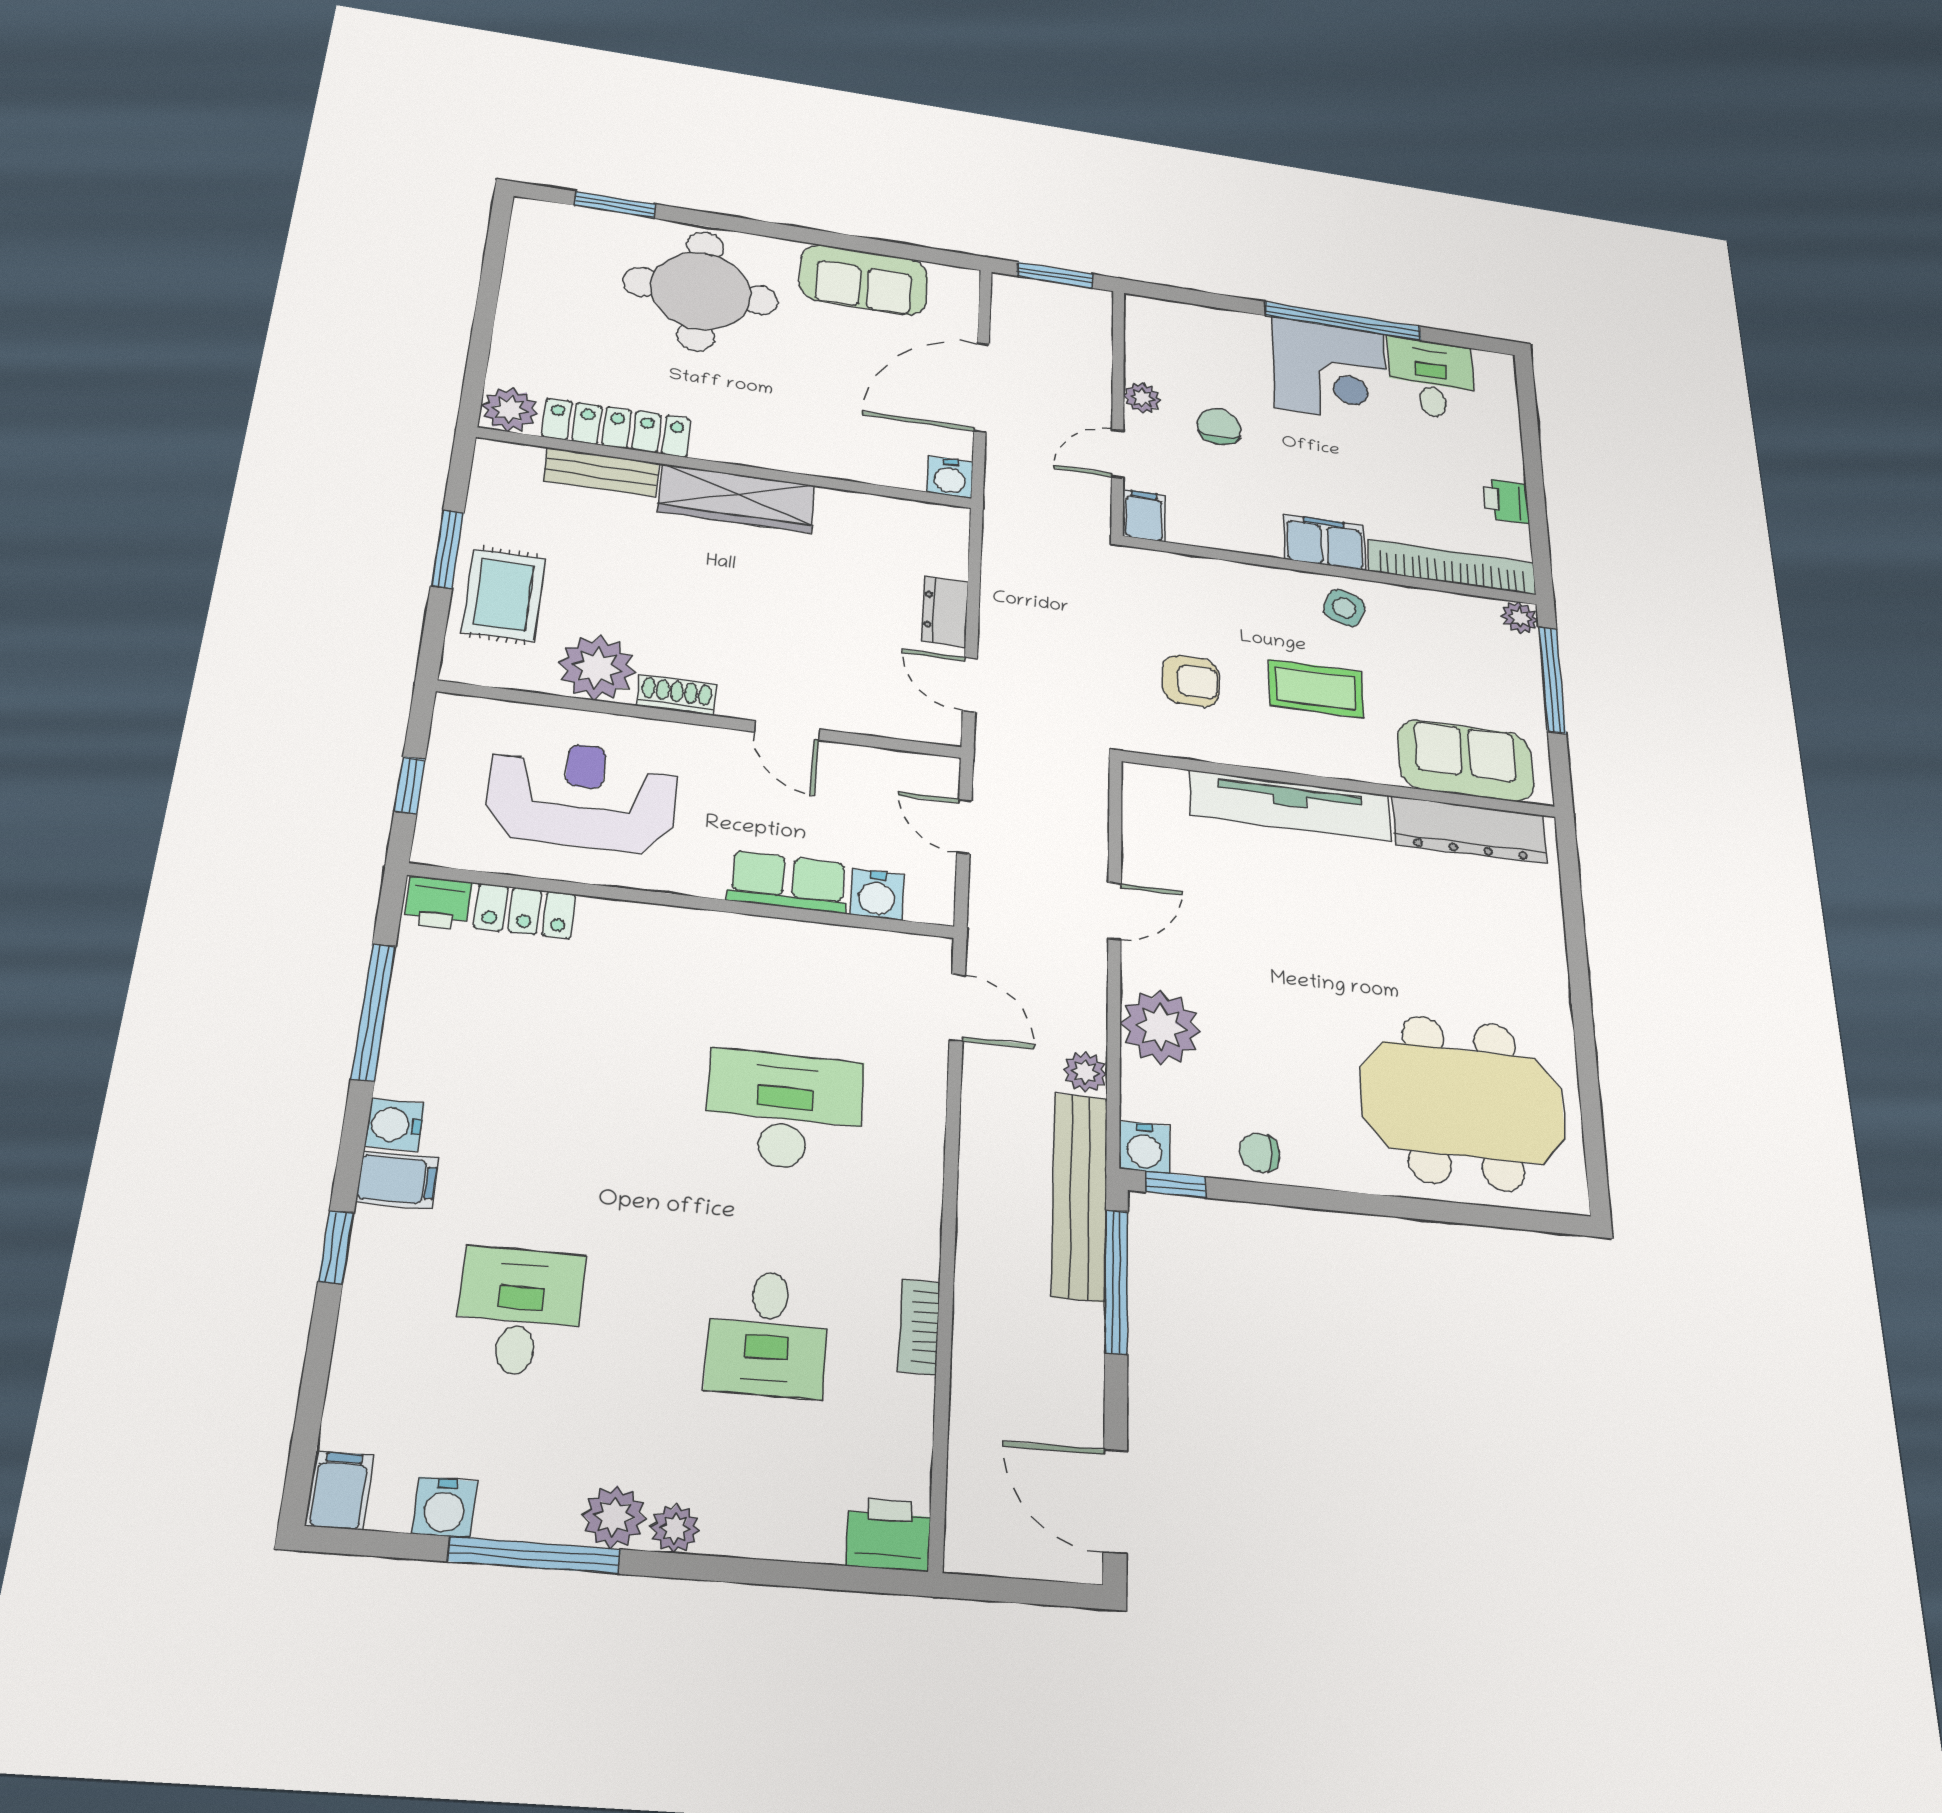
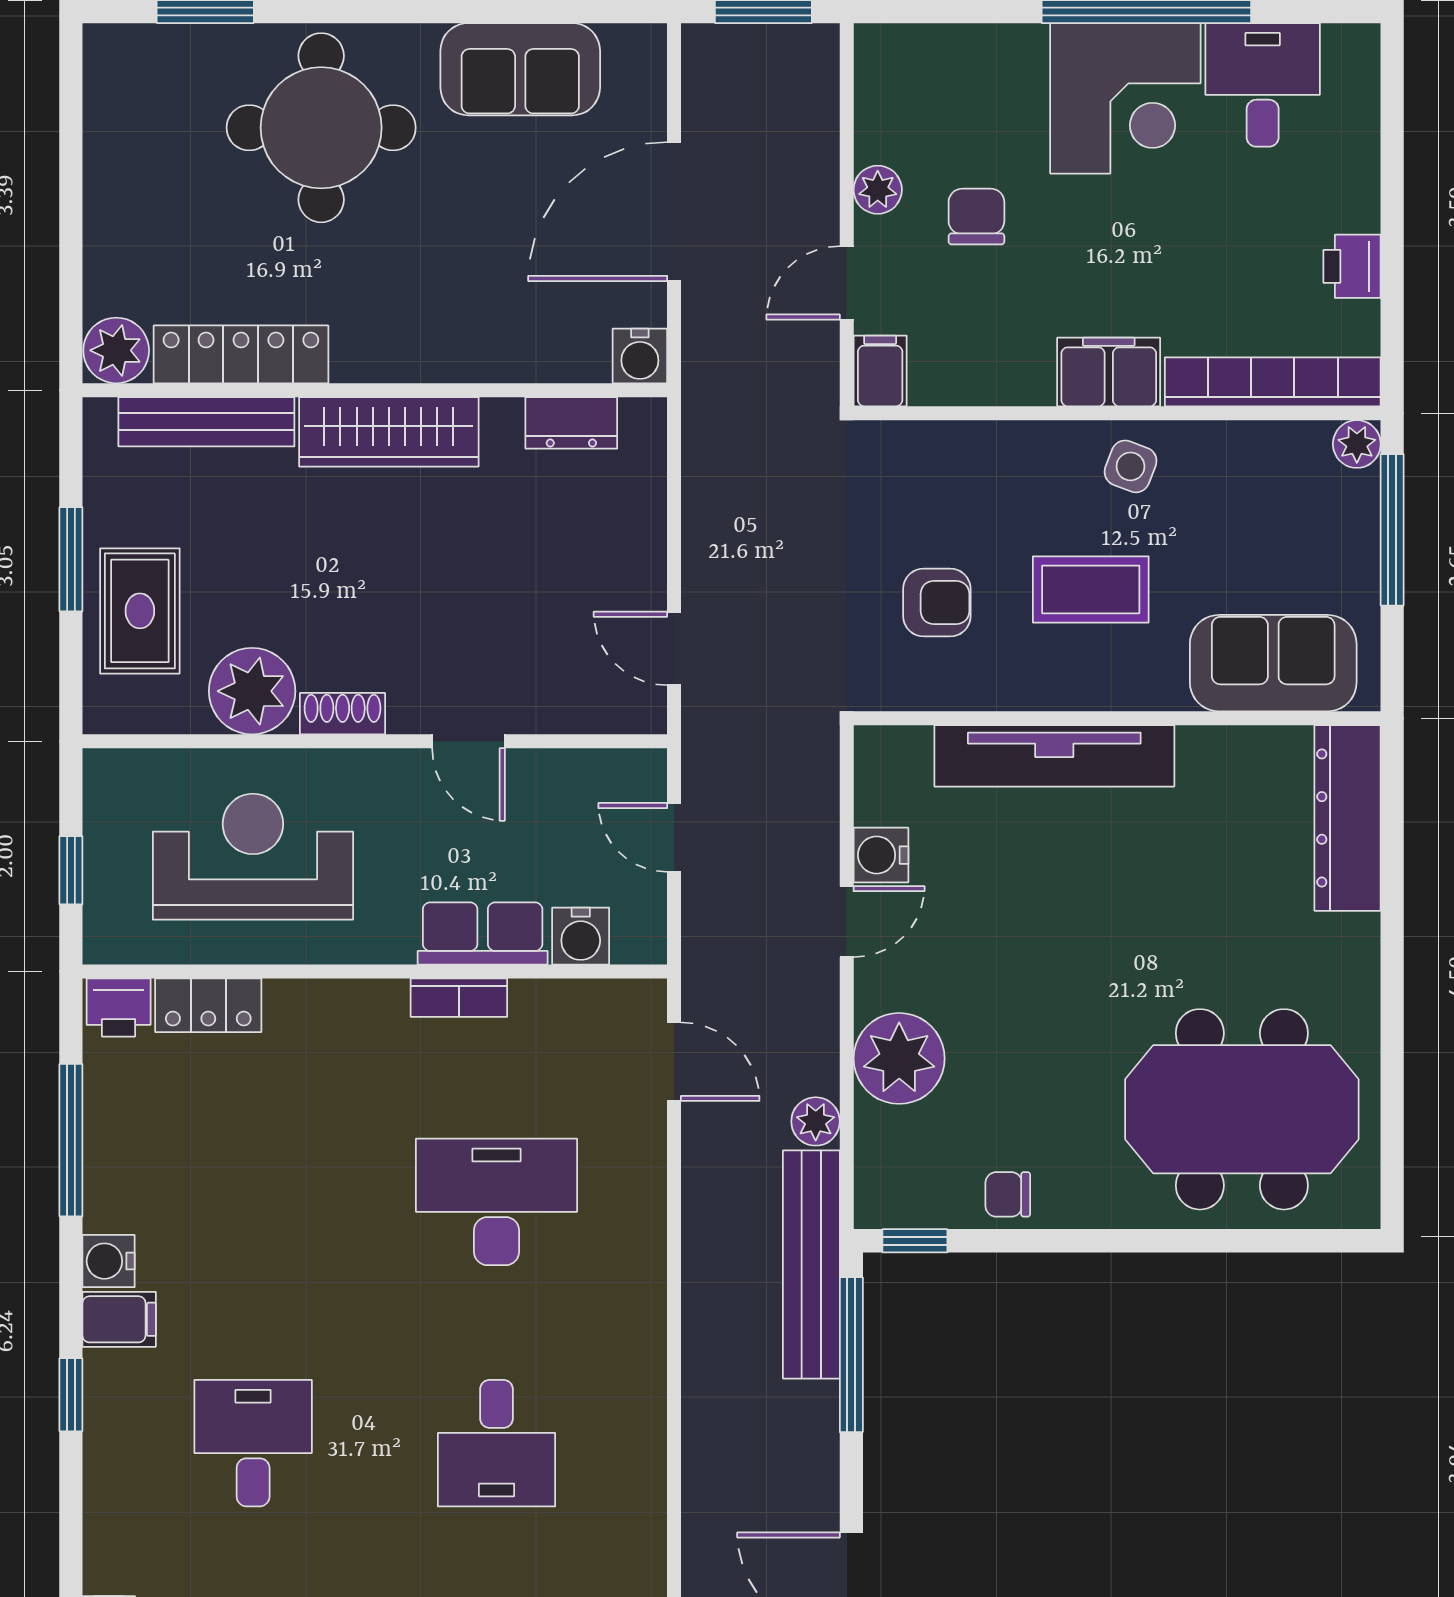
bench: (601, 472) -> (206, 422), width x1.36
dresser: (945, 612) -> (571, 423), moved, turned -90
dresser: (1469, 830) -> (1348, 818), moved, turned 90
water cooler: (1144, 1147) -> (881, 855), moved, turned 90
bookcase: (919, 1327) -> (459, 998), moved, turned -90

